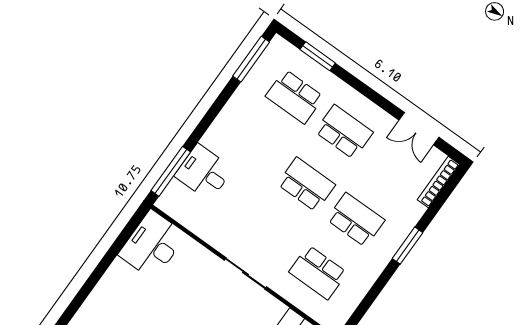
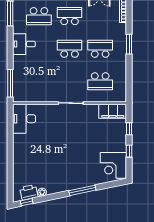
desk: (204, 172) -> (24, 44), moved

